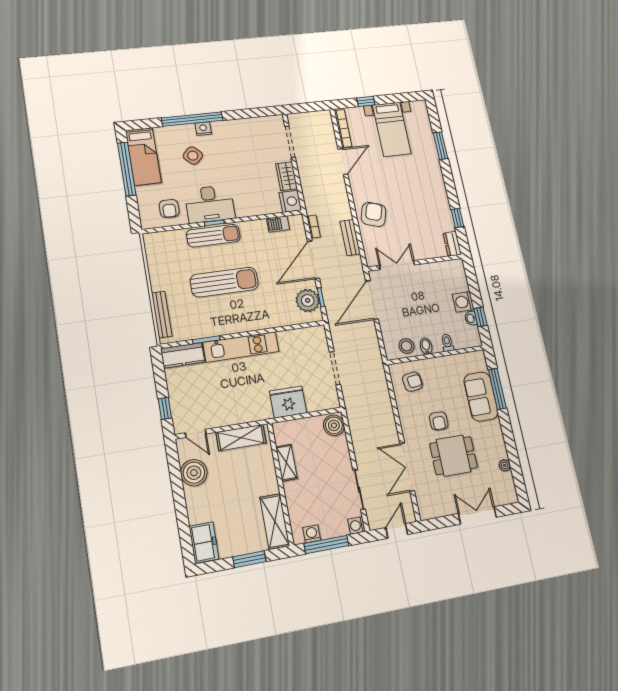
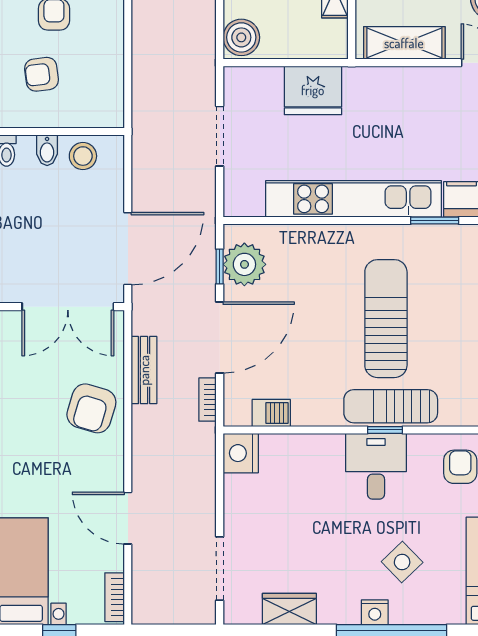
bookcase: (343, 128) -> (115, 597), width x0.64
door: (343, 161) -> (128, 518), hinge flipped
wardrobe: (287, 176) -> (289, 609), moved, turned -90
desk: (210, 204) -> (376, 466), width x0.73
double door: (397, 265) -> (68, 307), width x1.37
sun lounger: (224, 282) -> (386, 319), turned 90
kitchen unit: (241, 347) -> (353, 199), width x1.36
armchair: (412, 382) -> (41, 74), moved

